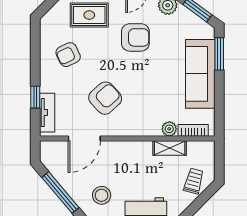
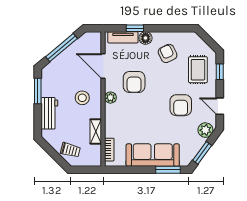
floor lamp: (48, 83) -> (145, 38), added
armchair: (105, 98) -> (134, 82), turned 42
plant: (169, 129) -> (110, 98), moved
stool: (102, 195) -> (82, 98), moved

